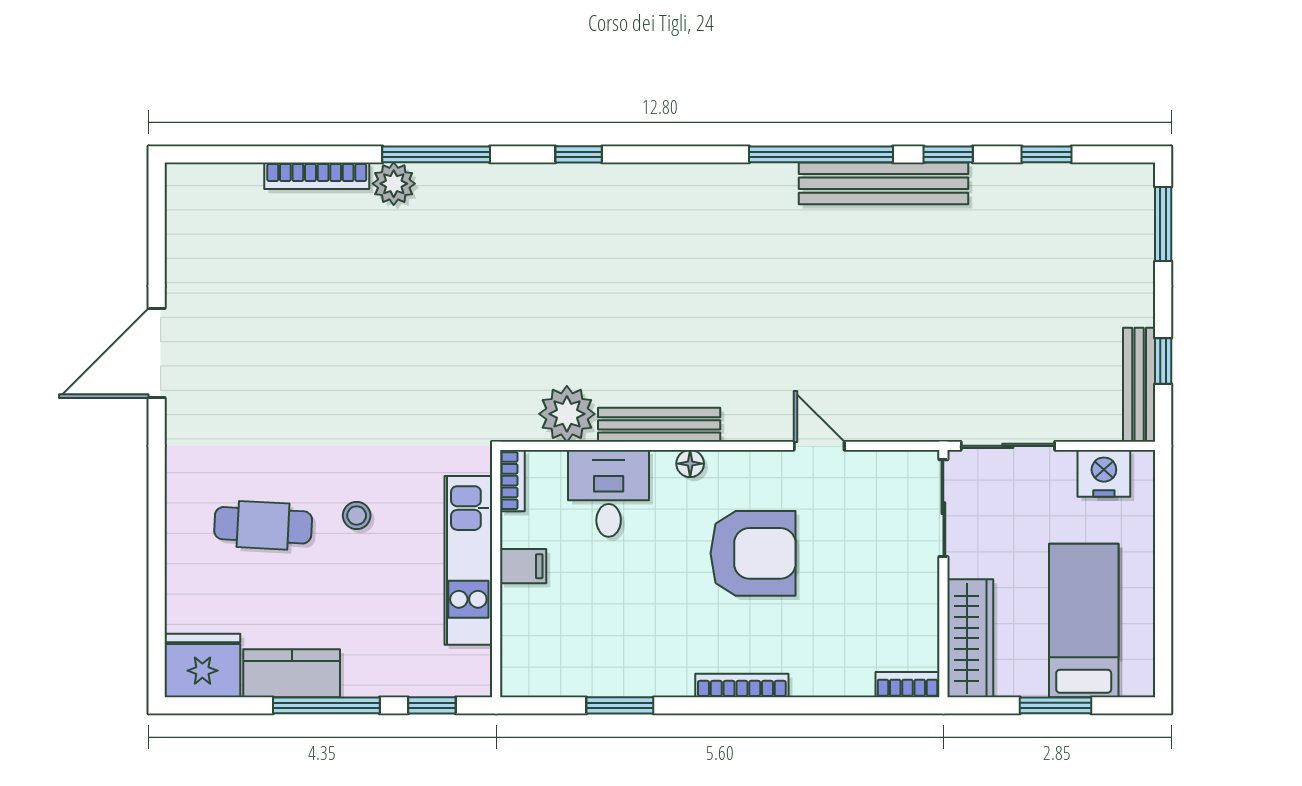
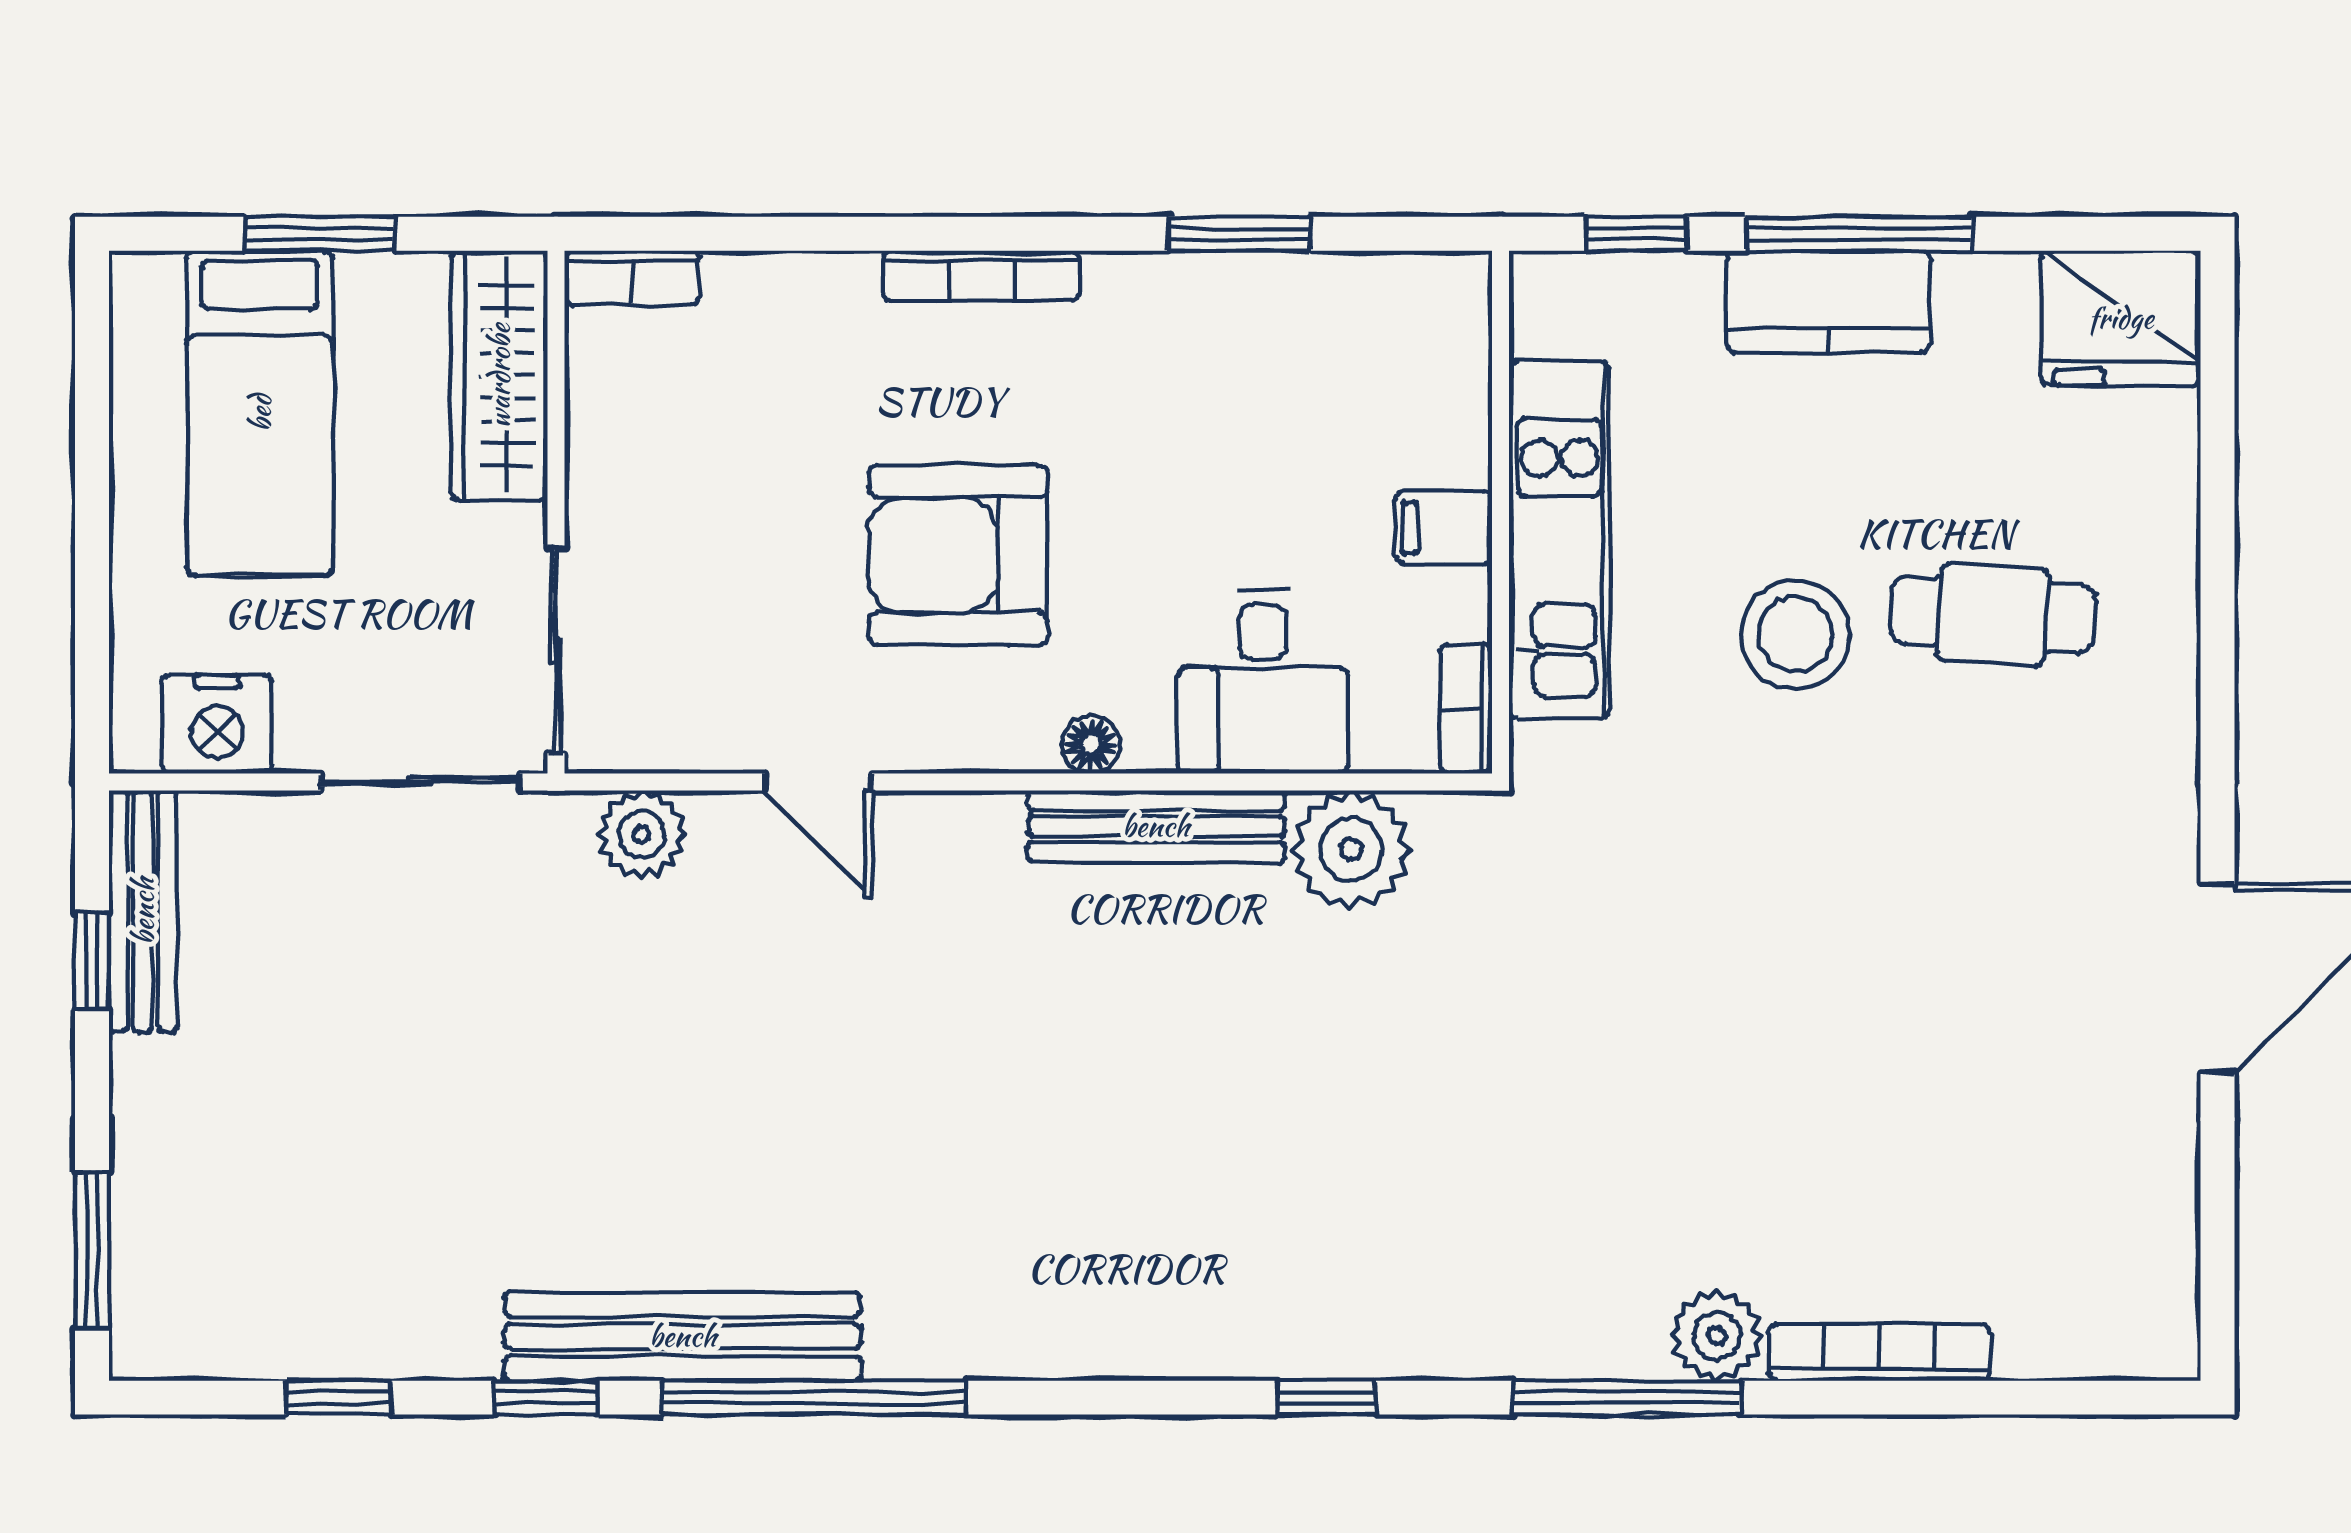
plant: (903, 421) -> (642, 834), added
stool: (357, 516) -> (1795, 635), width x1.89, depth x1.89
kitchen counter: (292, 673) -> (1829, 302), moved

